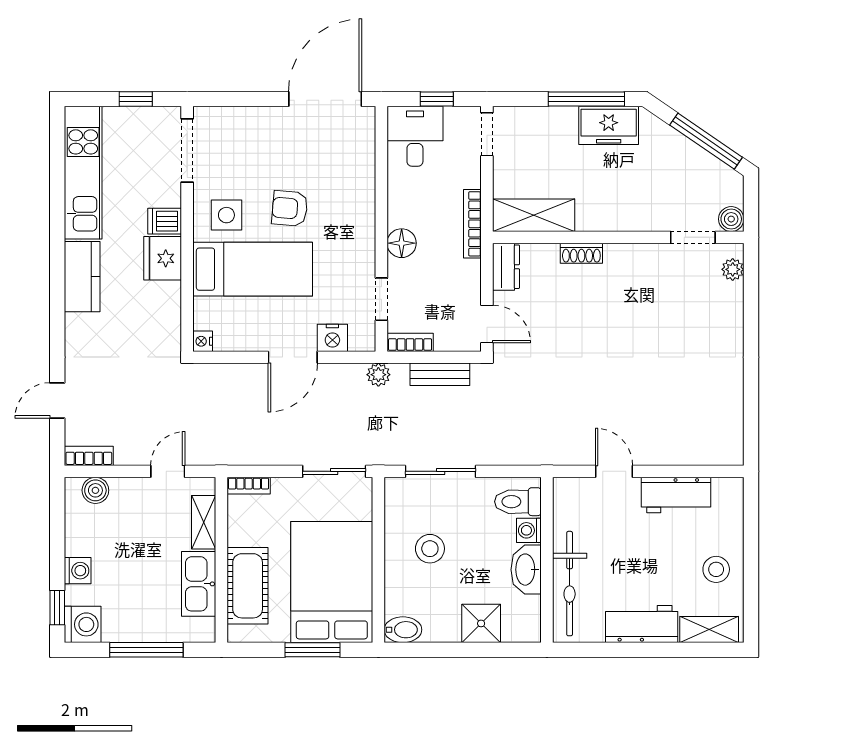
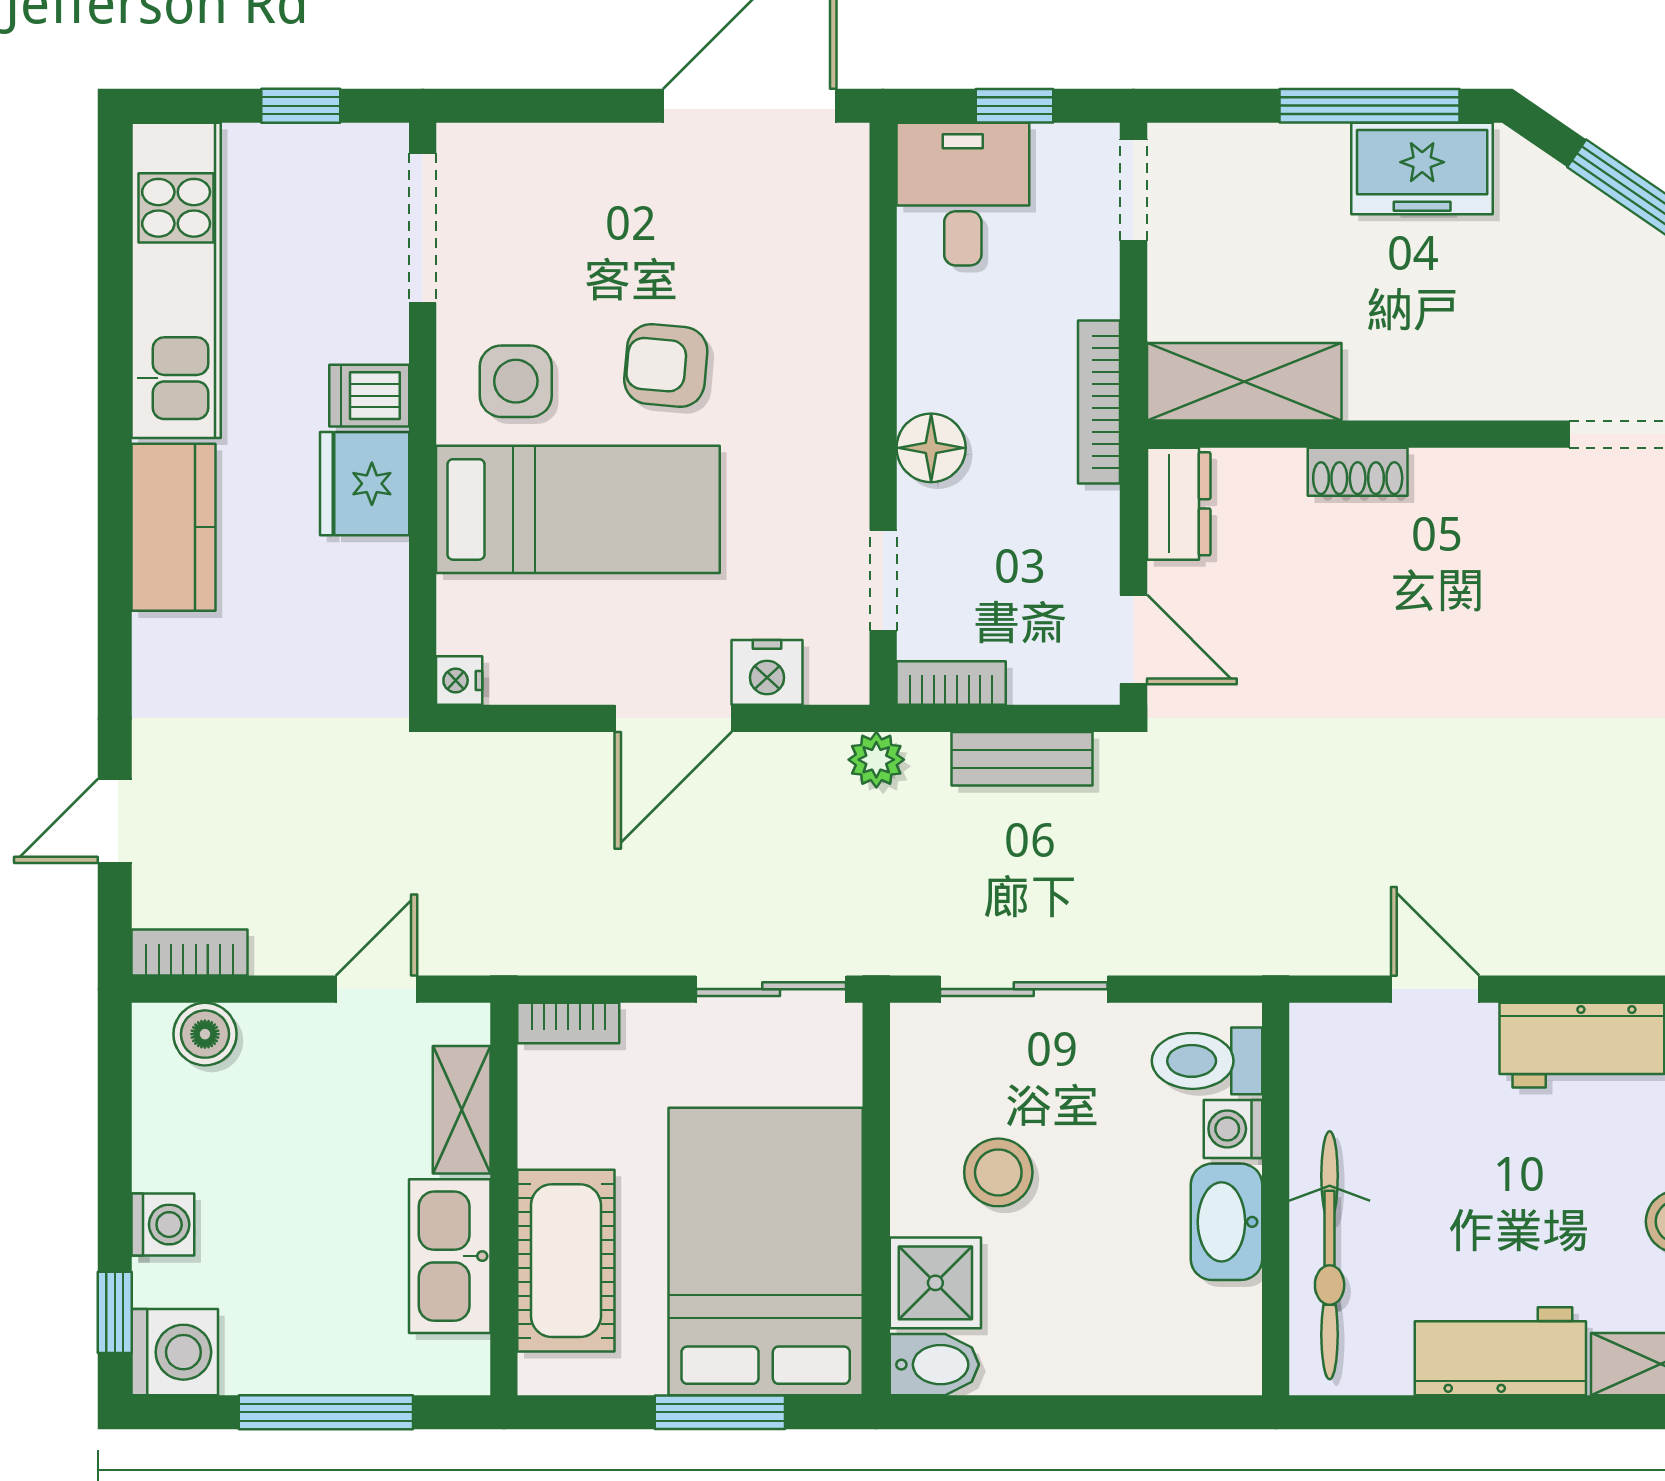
shower: (481, 623) -> (935, 1283), moved

